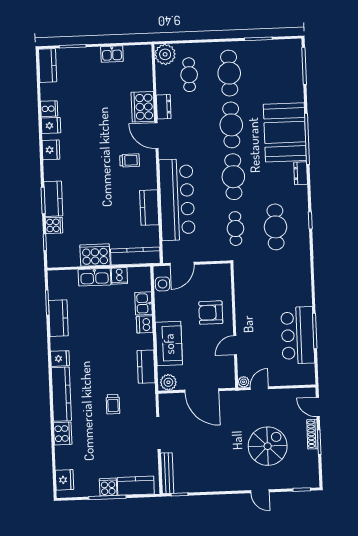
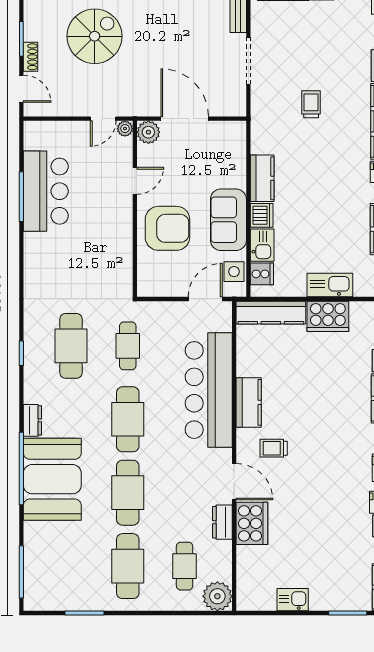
kitchen counter: (149, 208) -> (249, 402), moved
cooker: (119, 276) -> (262, 274), moved, turned 90
armchair: (211, 313) -> (167, 228), width x1.36, depth x1.36
sofa: (169, 344) -> (228, 220), moved
kitchen counter: (146, 367) -> (262, 178), moved
plant: (168, 382) -> (148, 132), moved
shoe rack: (312, 434) -> (31, 57), width x0.70
spiral stairs: (268, 446) -> (95, 36), turned 180

